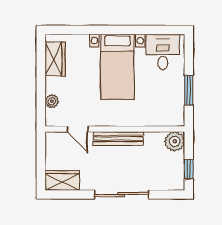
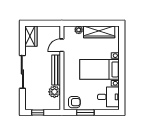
wardrobe: (55, 59) -> (99, 32), width x1.50
armchair: (172, 108) -> (74, 102), added
plant: (175, 141) -> (54, 92), moved

